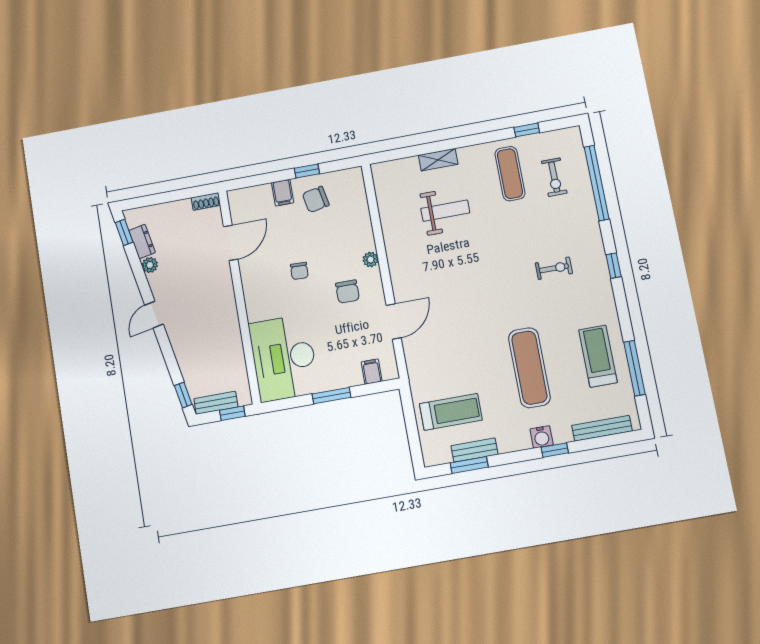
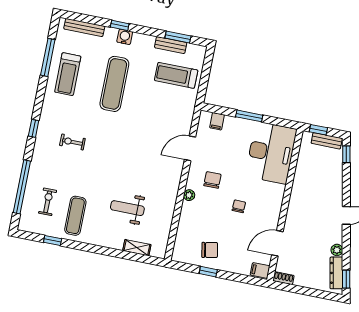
shelving: (438, 160) -> (137, 248), moved
filing cabinet: (283, 193) -> (260, 270), moved, turned -90
dresser: (142, 242) -> (336, 273), width x1.44

